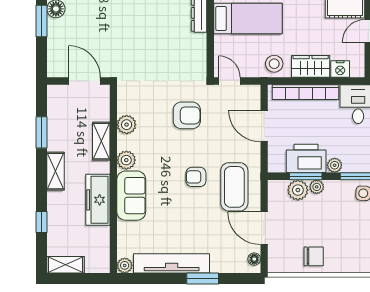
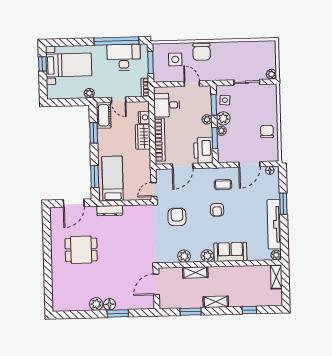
stool: (274, 64) -> (142, 161), removed
printer: (306, 158) -> (203, 150), moved
coffee table: (234, 187) -> (223, 185), width x0.54, depth x0.58
plant: (298, 190) -> (223, 118), moved
freezer: (98, 200) -> (234, 274), removed
shelving: (66, 265) -> (276, 277), moved

